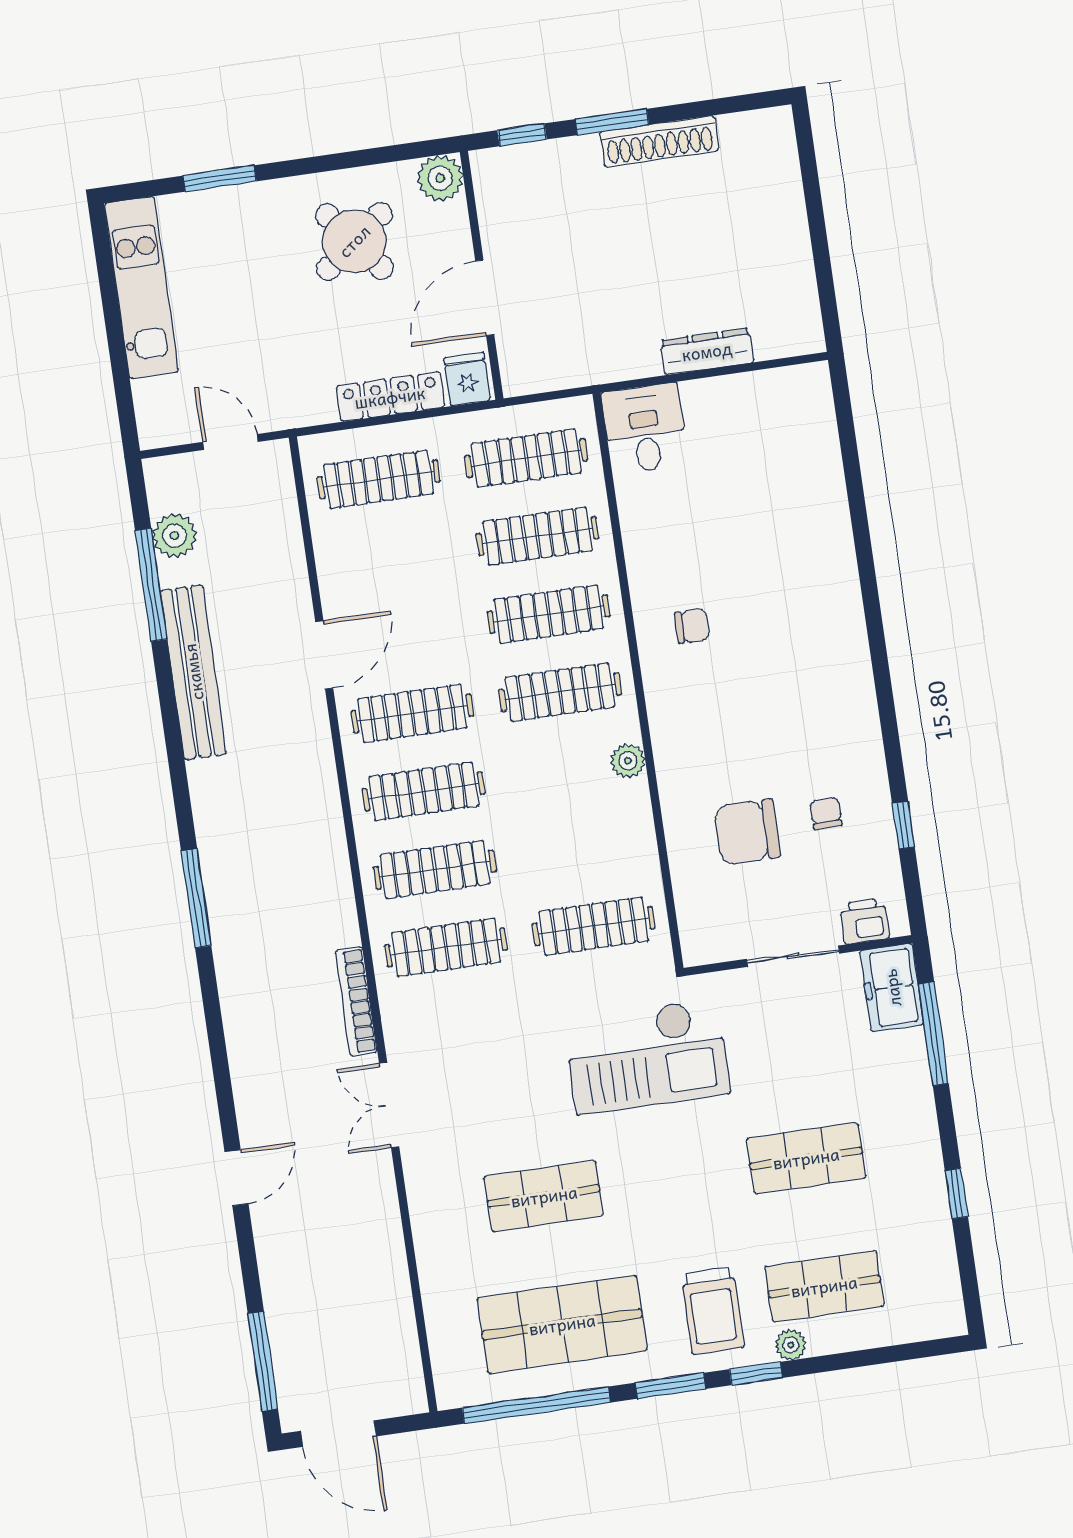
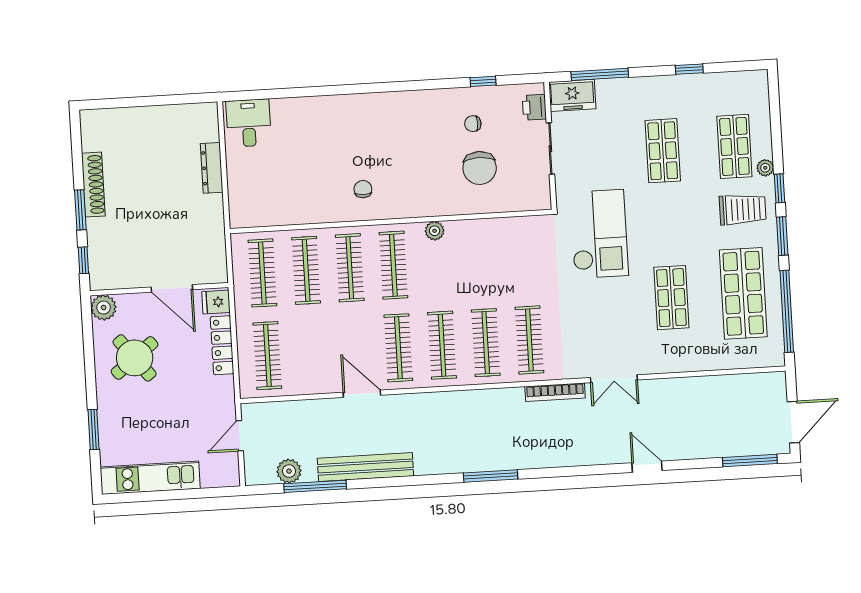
desk: (645, 429) -> (249, 123), moved, turned 90
clothes rail: (594, 926) -> (524, 257), removed

